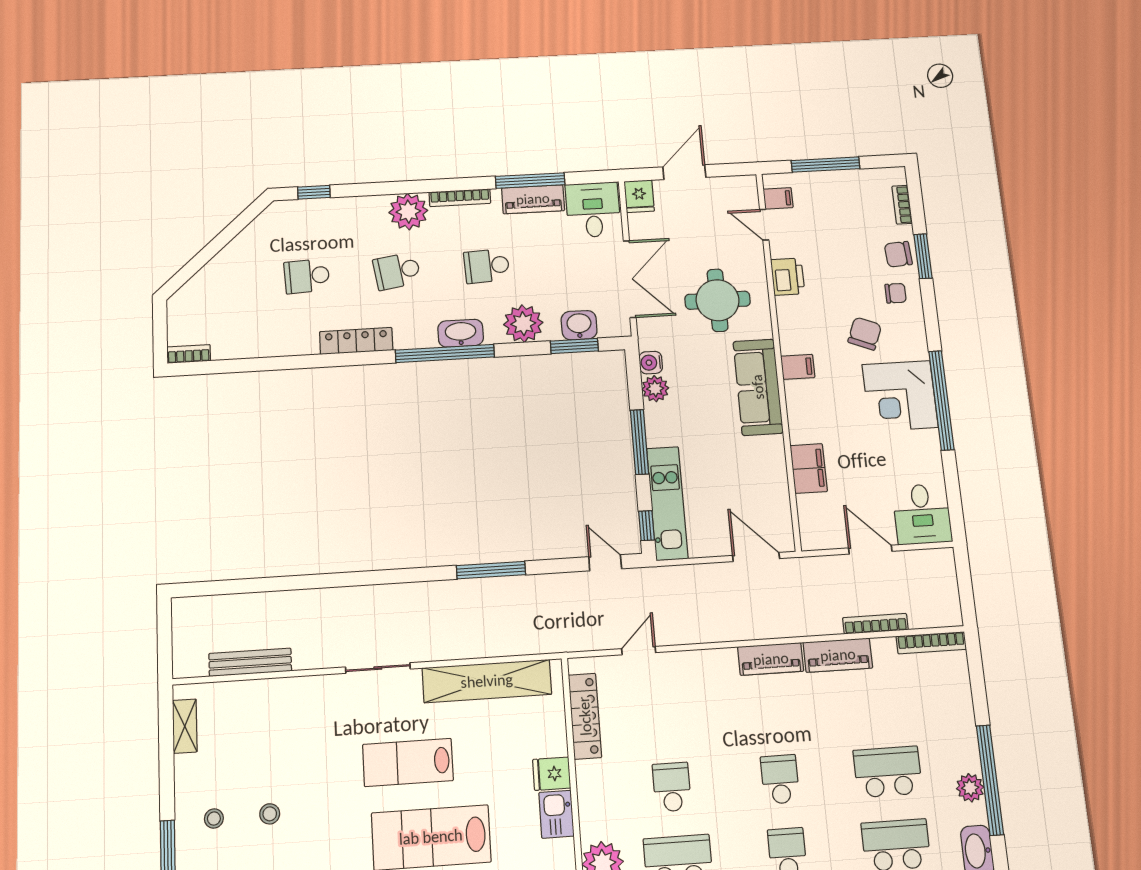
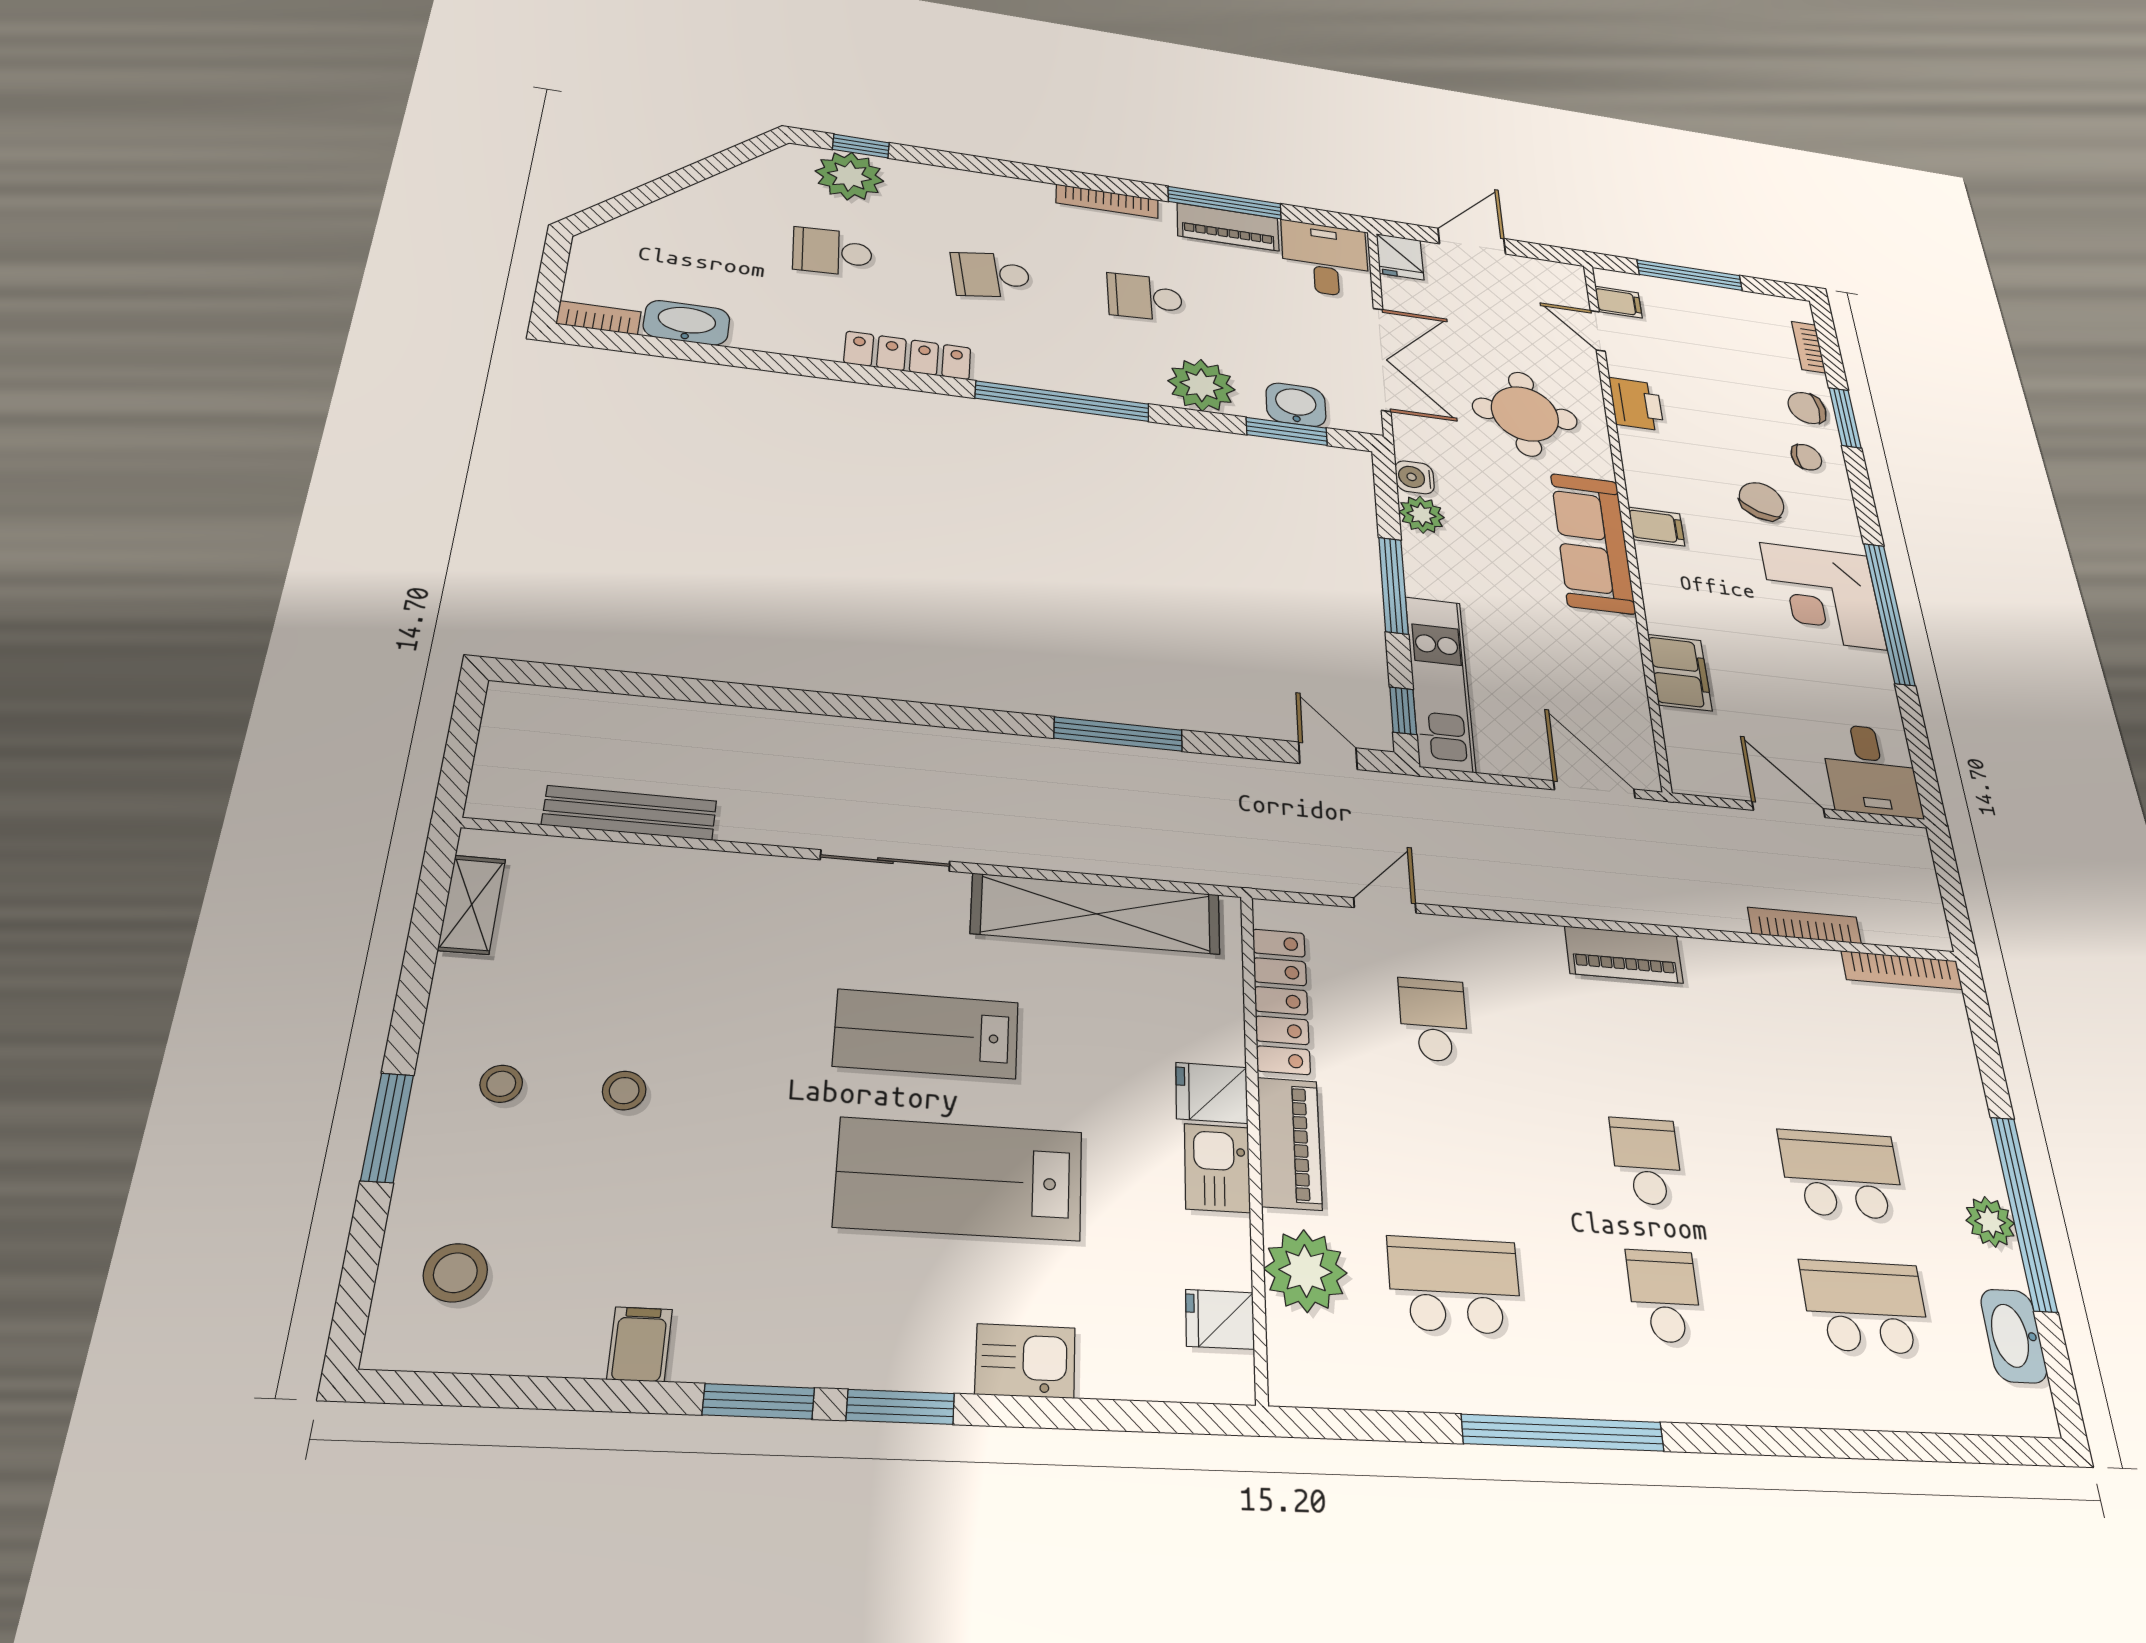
plant: (408, 212) -> (849, 176), moved
washbasin: (461, 333) -> (687, 323), moved
piano: (838, 655) -> (1289, 1143), moved, turned -90
school desk: (672, 787) -> (1433, 1020), moved

